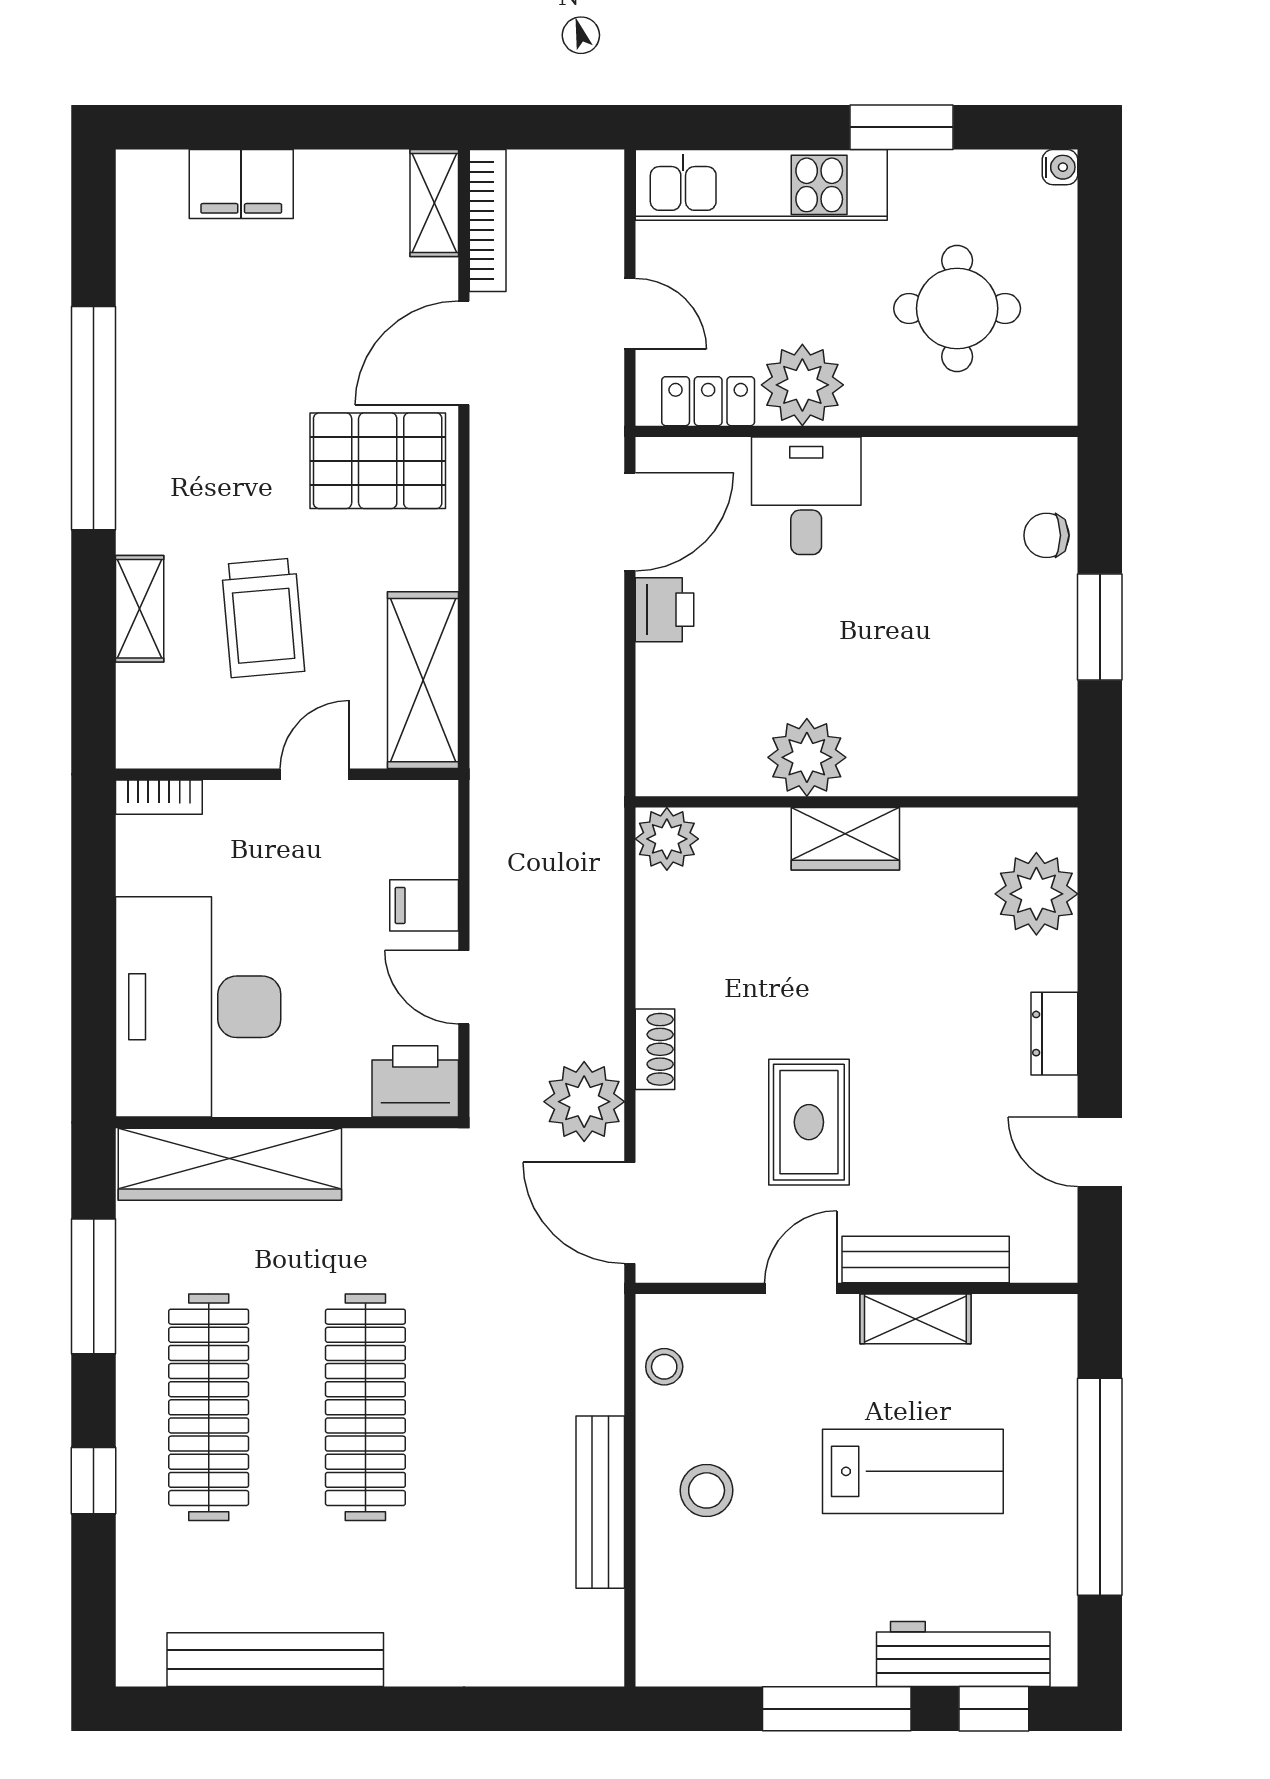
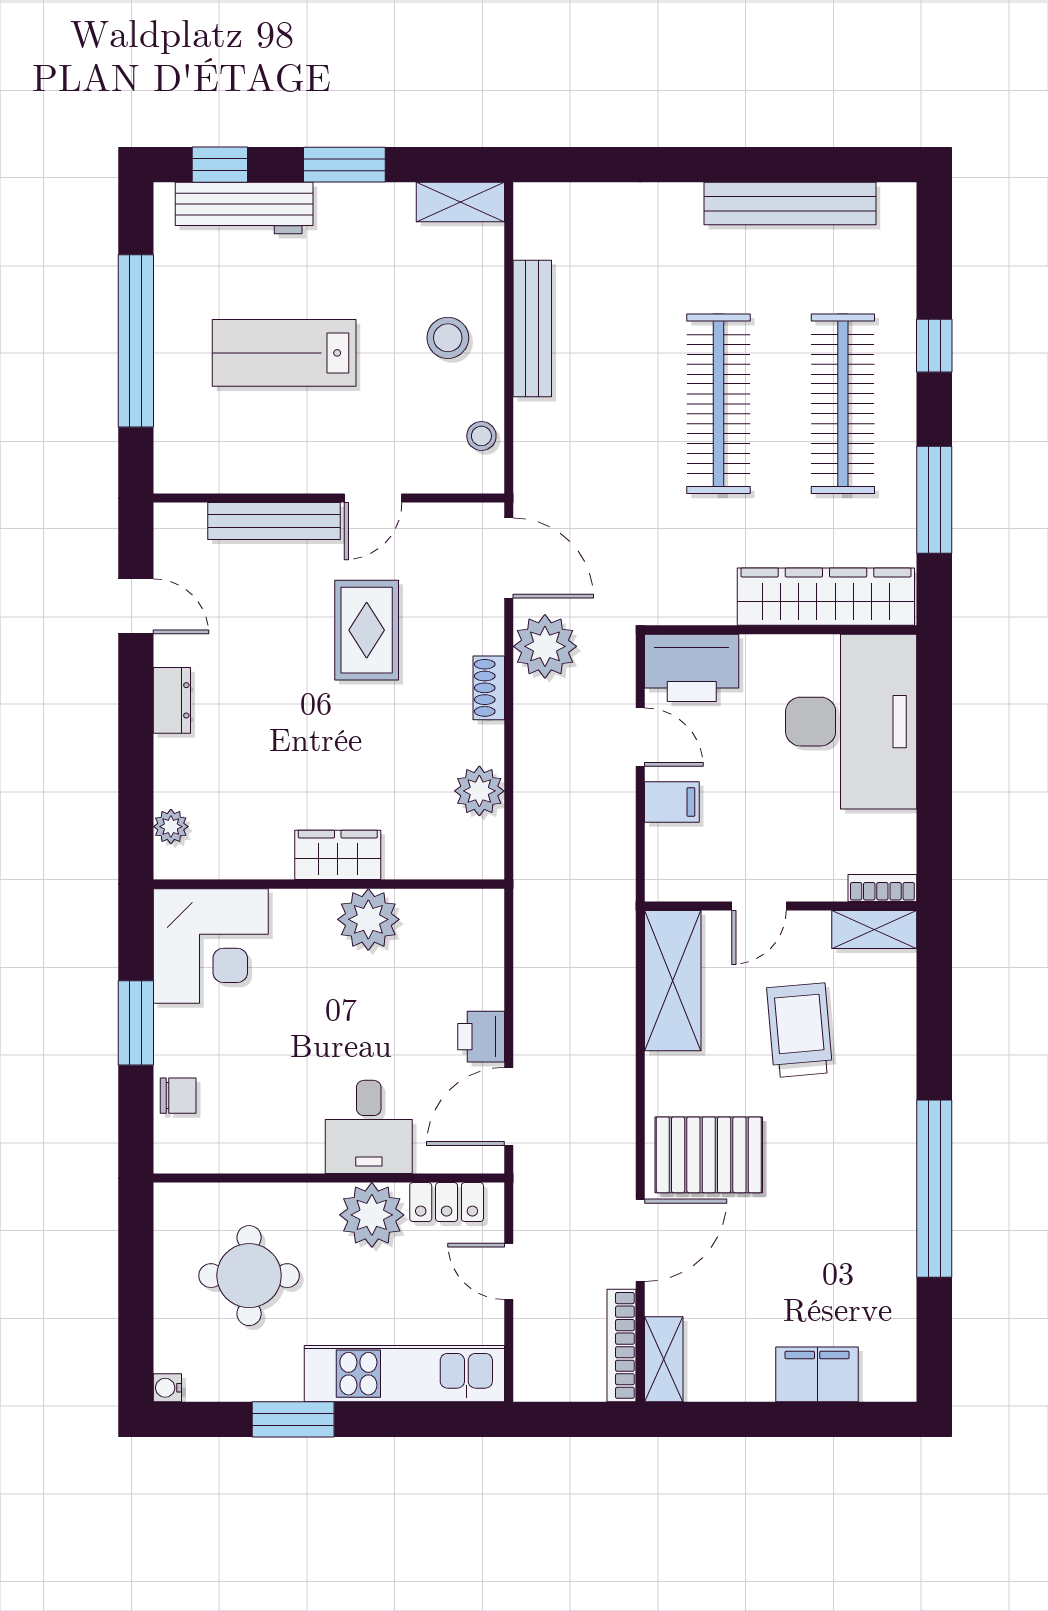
shelving: (140, 609) -> (874, 930), moved, turned 90
corner desk: (1005, 724) -> (211, 946), added
plant: (667, 839) -> (479, 791), moved
plant: (1036, 894) -> (171, 827), width x0.53, depth x0.53
printer: (415, 1081) -> (692, 668), width x1.37, depth x1.19
shelving: (915, 1319) -> (460, 202), moved
window: (837, 1709) -> (344, 165), width x0.69

